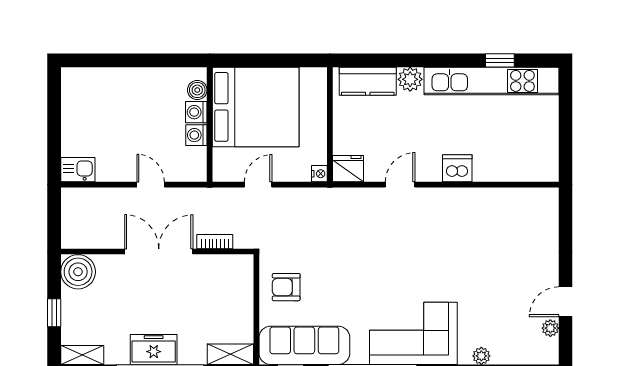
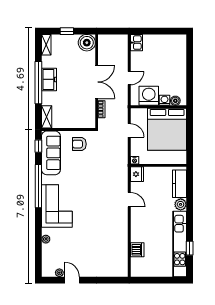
washing machine: (196, 135) -> (149, 96), width x1.89, depth x1.89
dishwasher: (457, 168) -> (137, 250), moved
armchair: (286, 287) -> (79, 144), turned -90

